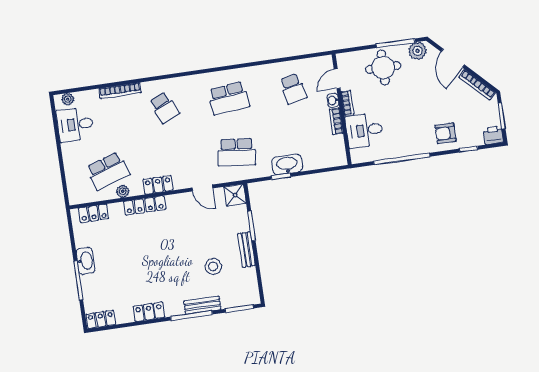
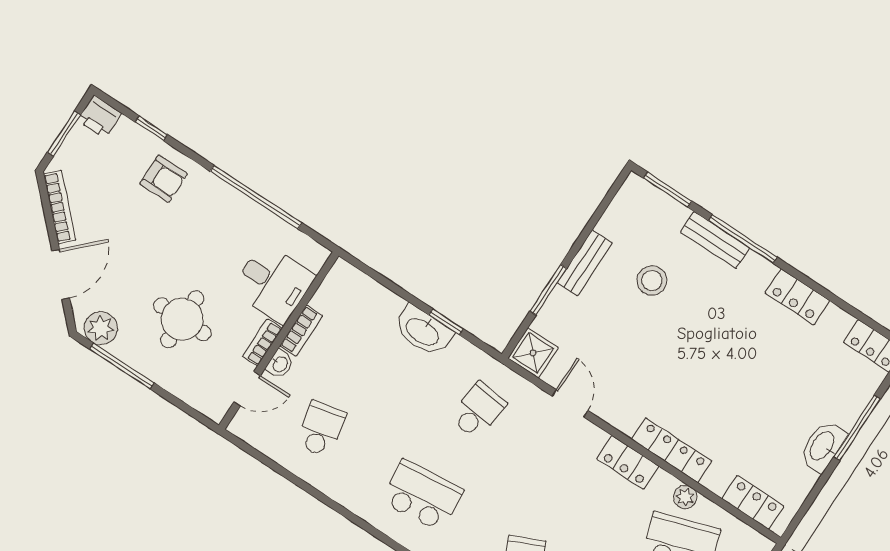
round table: (383, 68) -> (182, 319), moved
school desk: (237, 152) -> (478, 411), width x0.54

